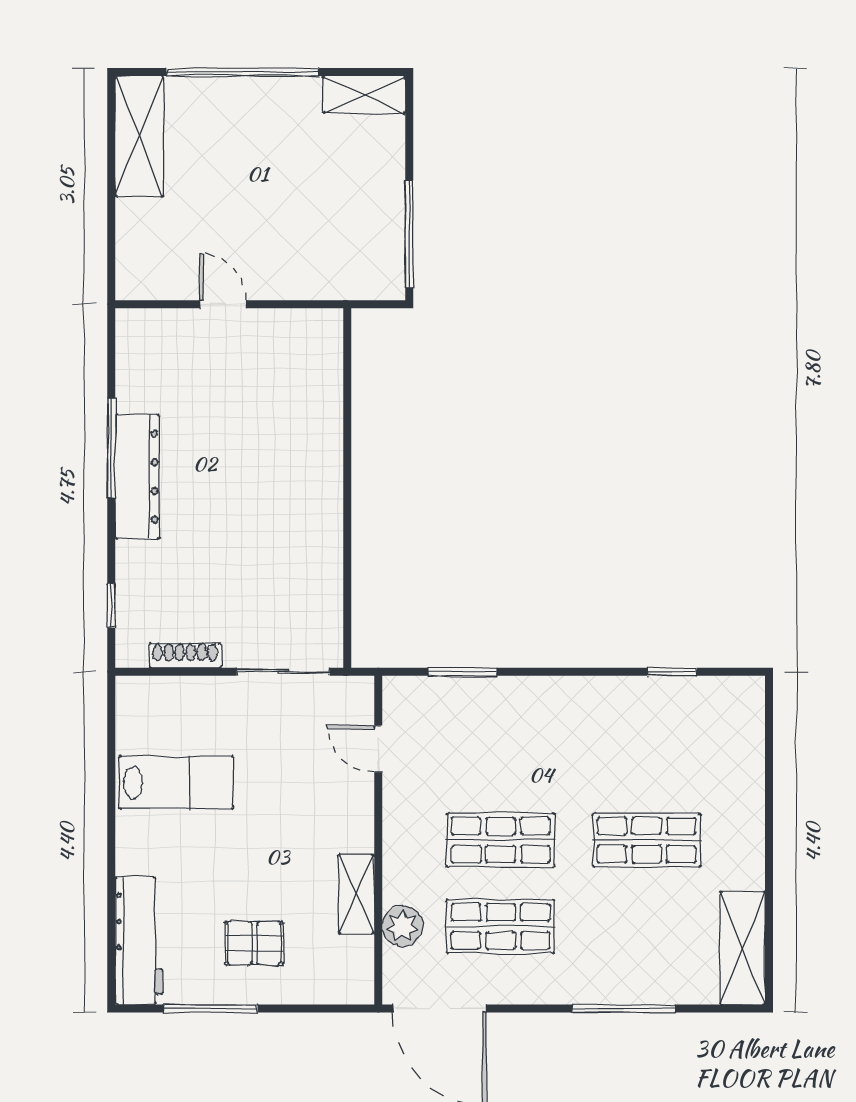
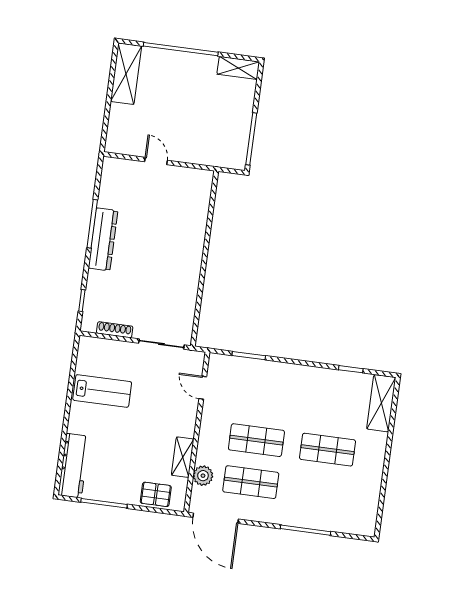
pallet: (254, 943) -> (156, 494), moved
shelving: (743, 948) -> (381, 403), moved

